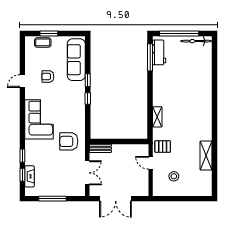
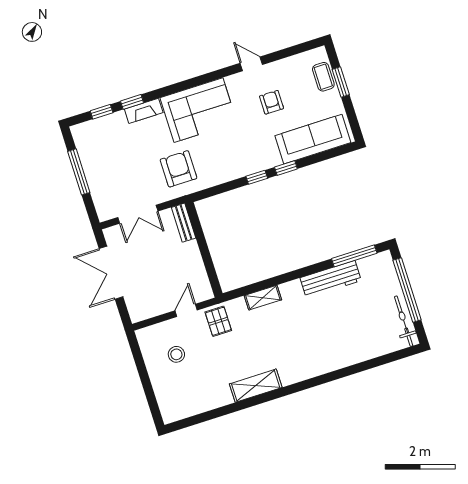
workbench: (159, 52) -> (331, 279), moved, width x1.38
shelving: (206, 156) -> (256, 386), moved
fireplace: (30, 176) -> (144, 111), moved

